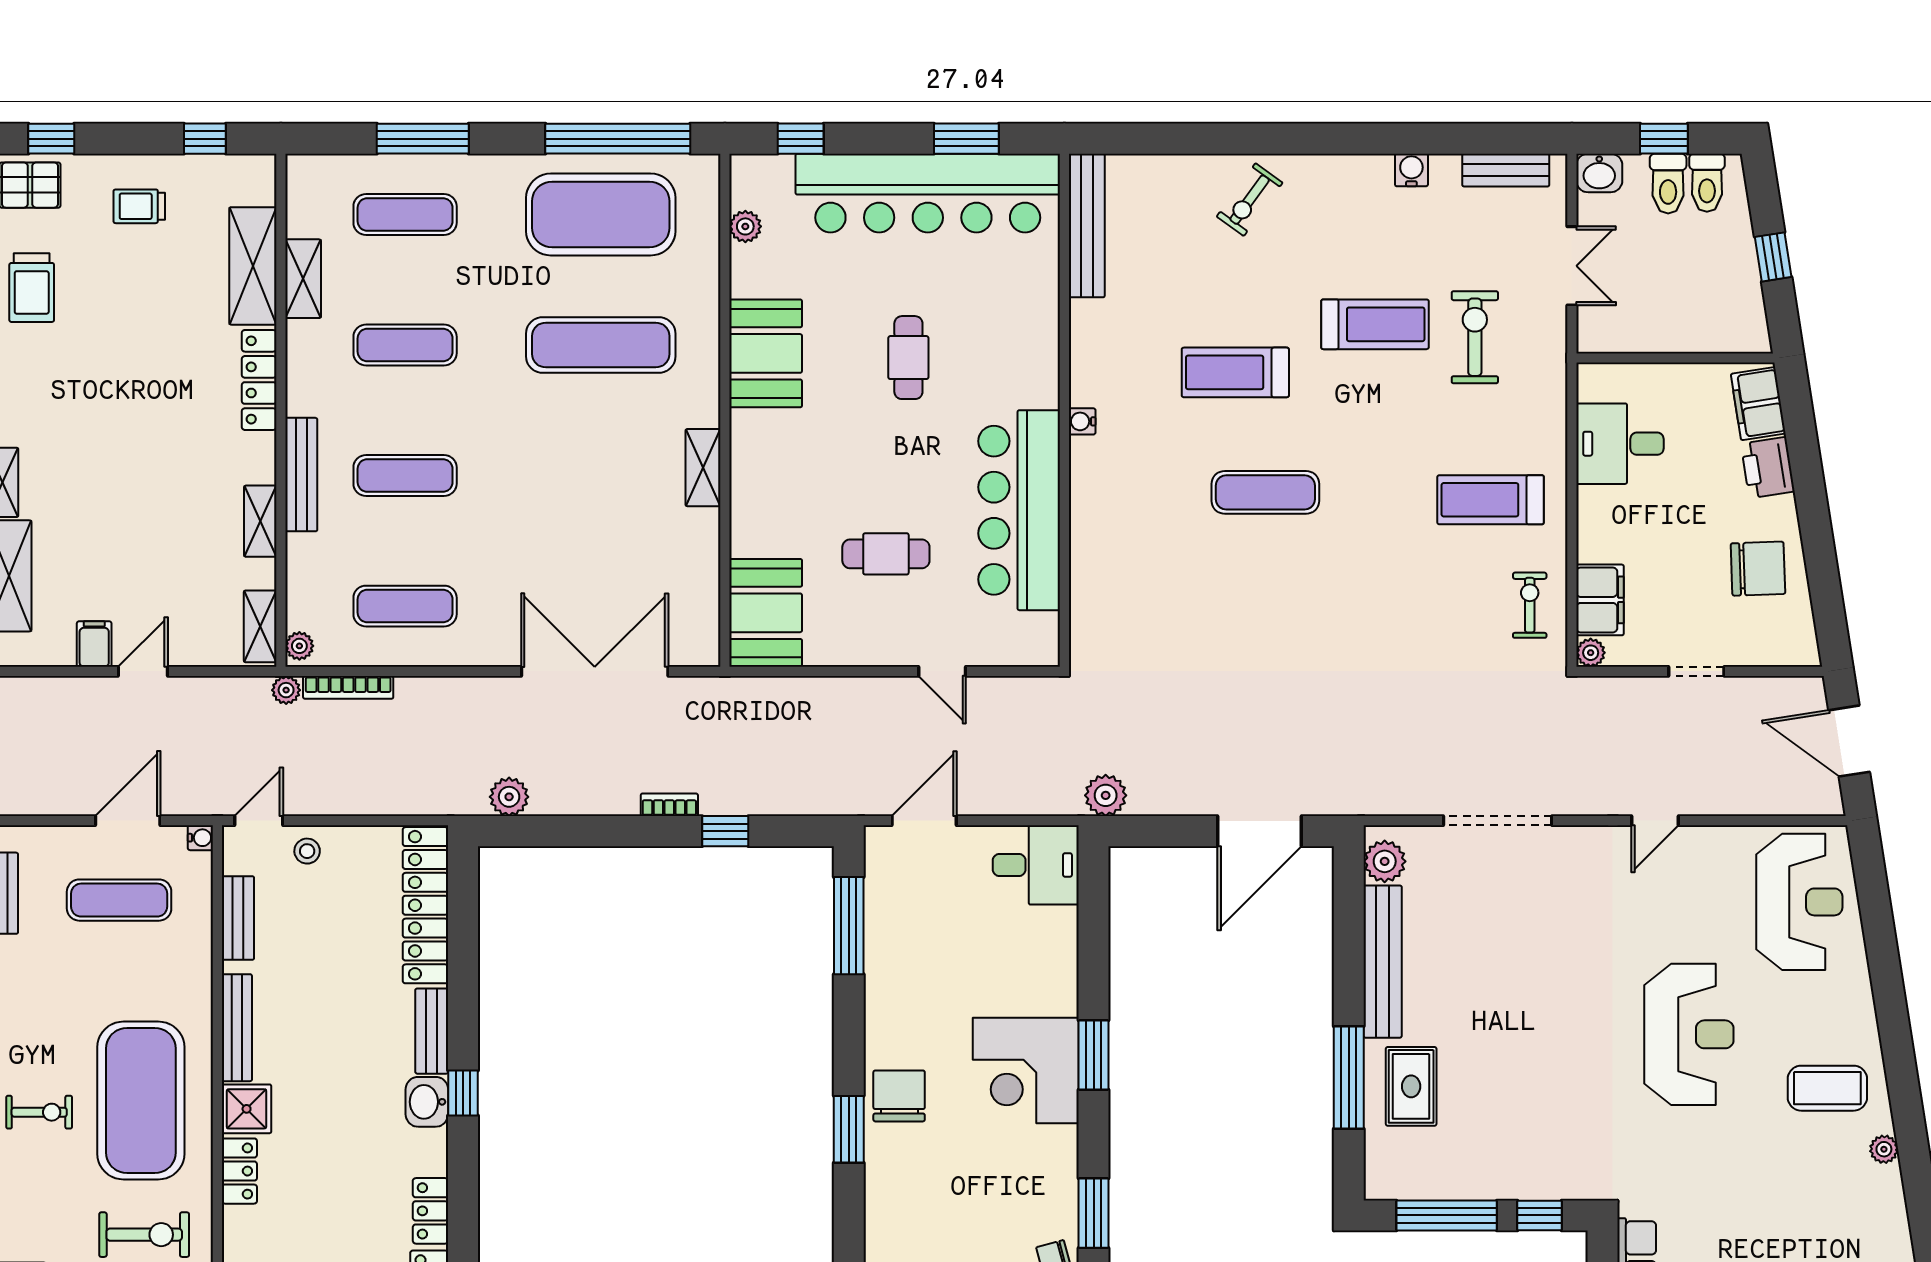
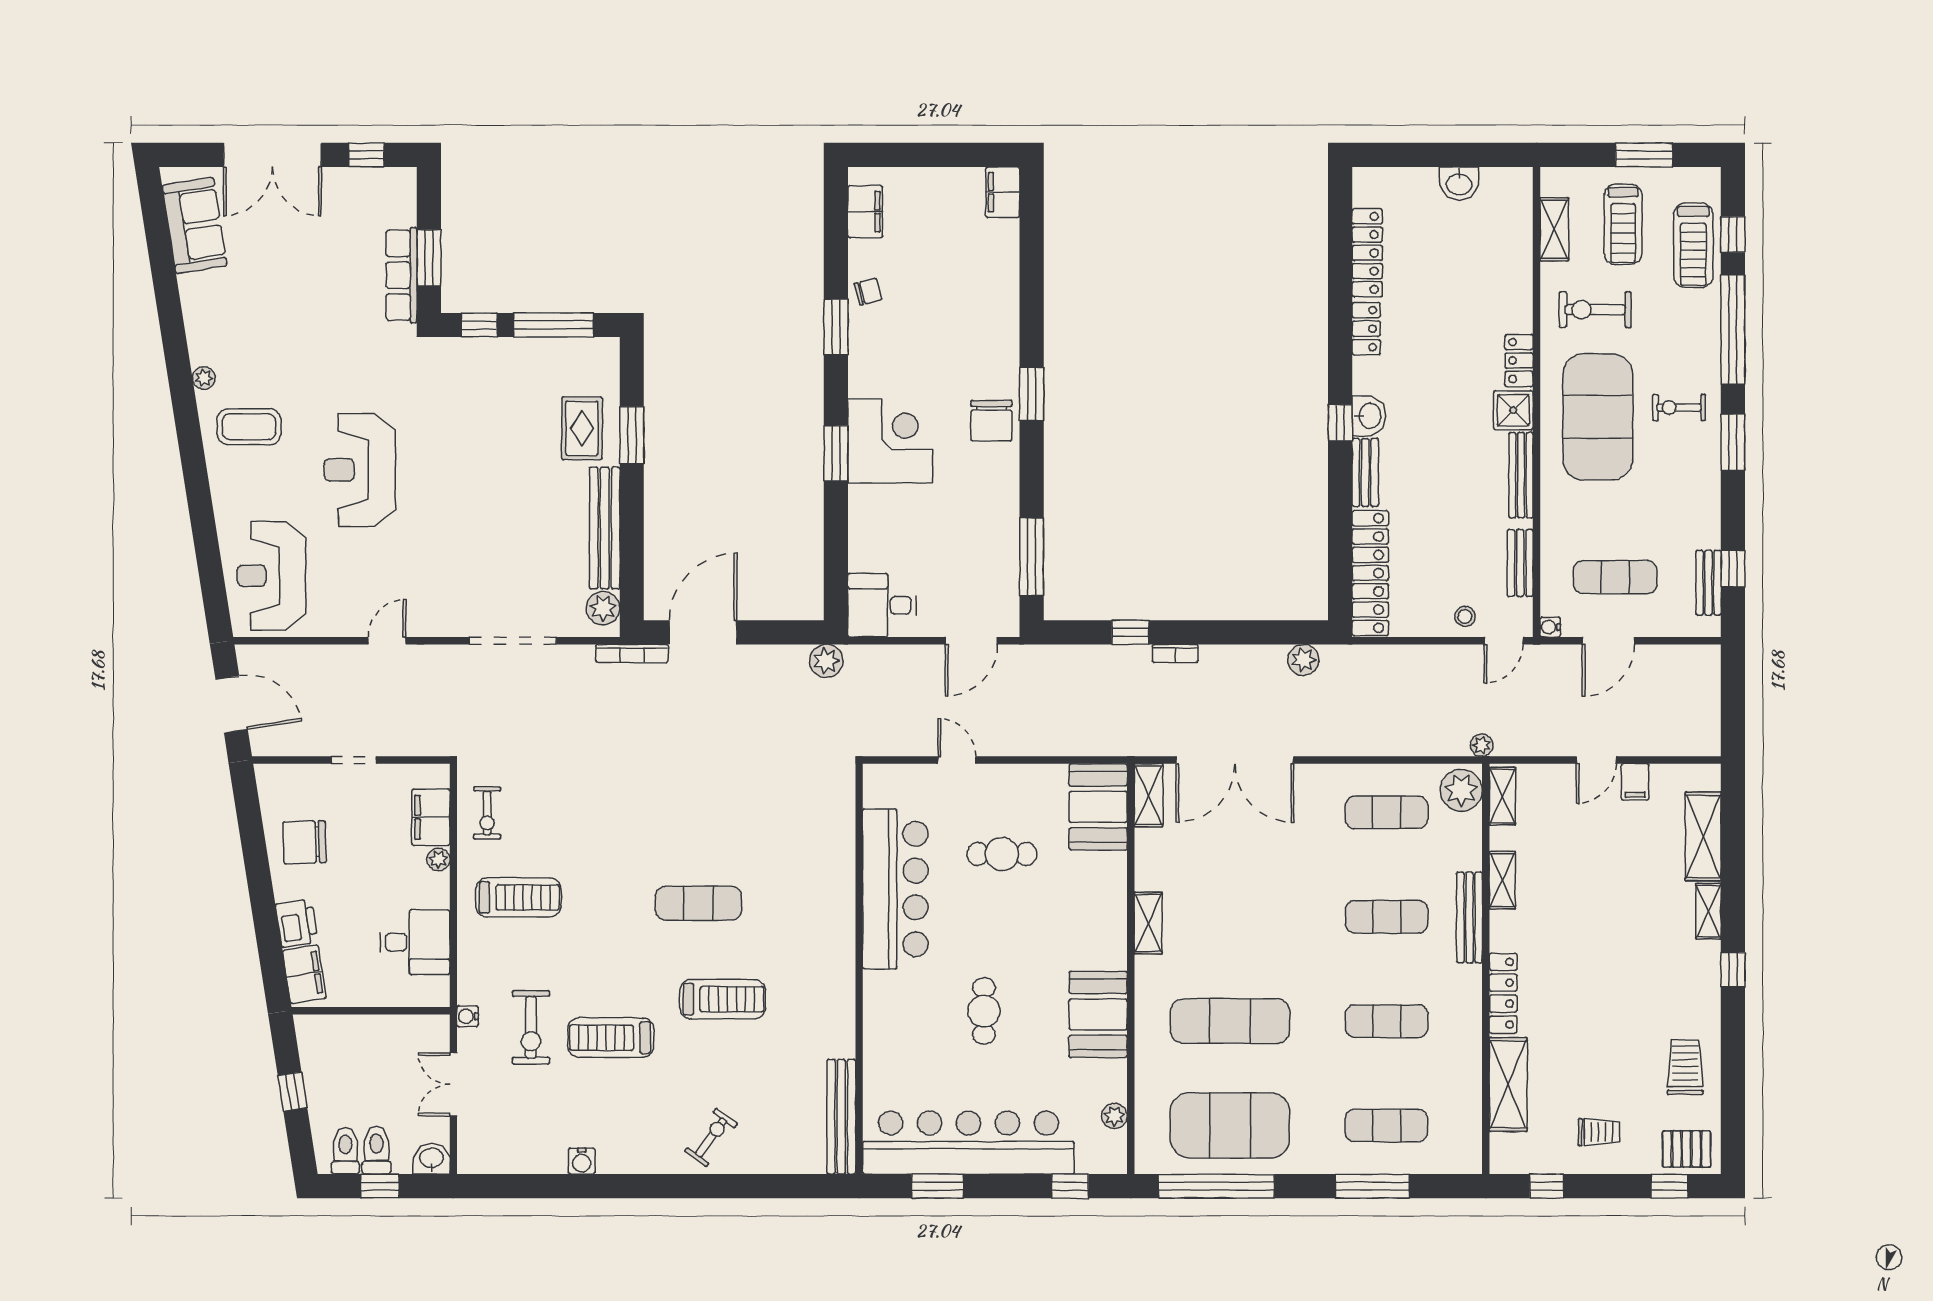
bench: (1506, 170) -> (506, 1161), removed
shelving: (303, 279) -> (1148, 795), moved
water cooler: (1082, 421) -> (467, 1016), moved, turned 180
plant: (299, 646) -> (1461, 790), width x1.87, depth x1.87
plant: (1591, 653) -> (438, 859), moved
bookcase: (348, 687) -> (632, 653), moved, turned 180
window: (1349, 1077) -> (632, 435), width x0.69

